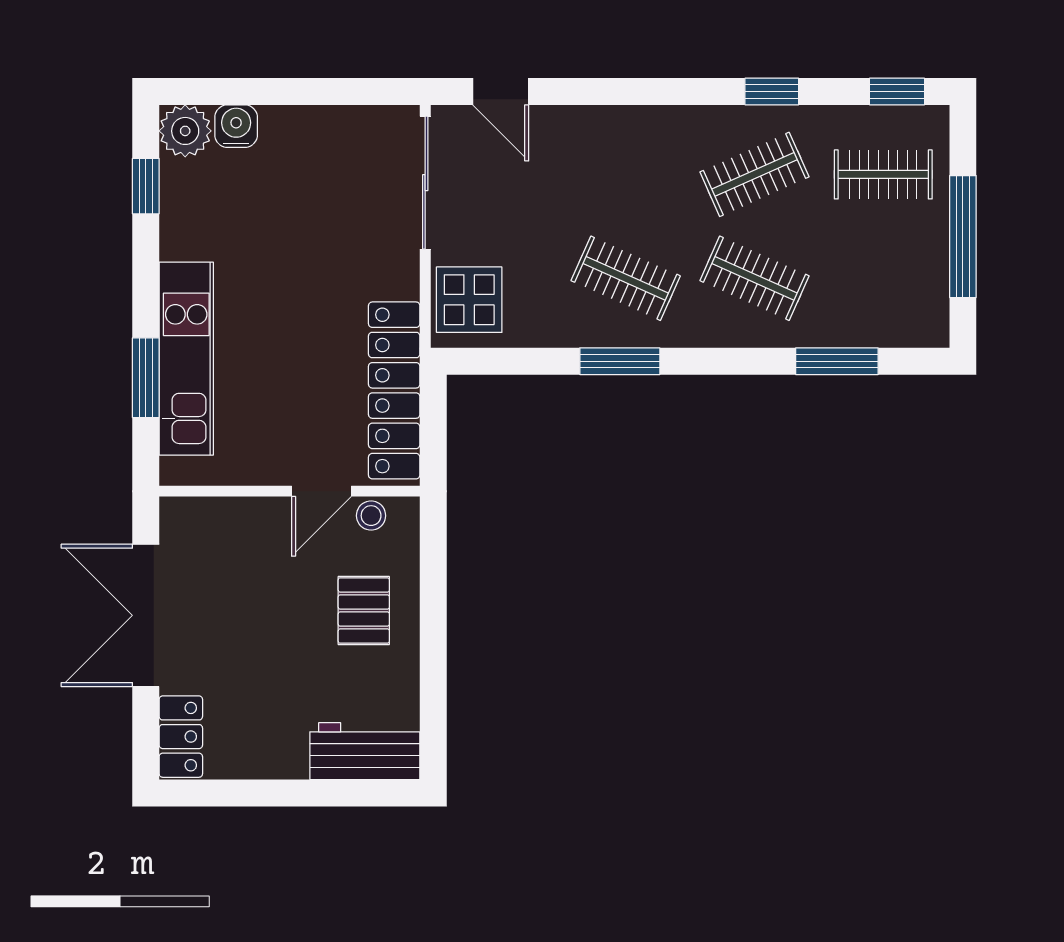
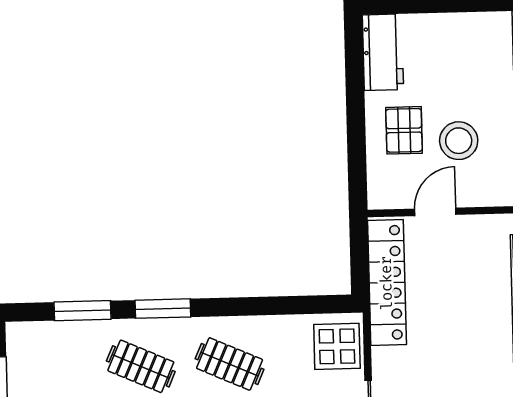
window: (620, 361) -> (163, 309), moved
stool: (371, 516) -> (459, 141), moved, width x1.89, depth x1.89
workbench: (365, 751) -> (383, 52), moved, turned -90

